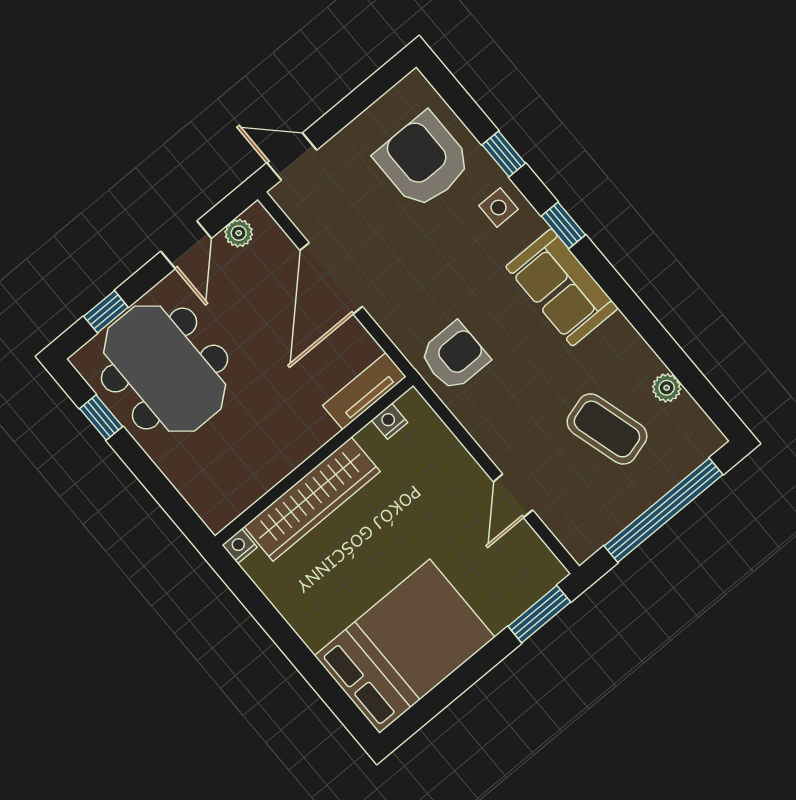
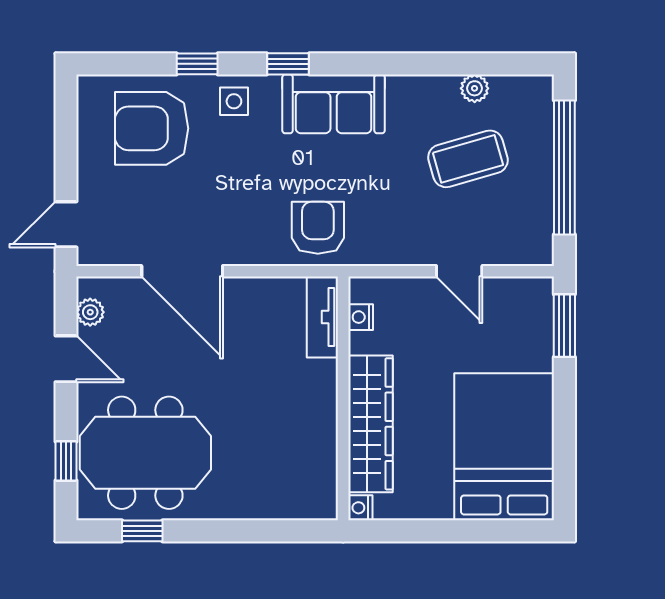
tv unit: (364, 391) -> (322, 317), moved
nightstand: (389, 421) -> (361, 317), moved
wall: (314, 461) -> (343, 398), moved
wardrobe: (312, 499) -> (370, 424), moved
nightstand: (240, 546) -> (360, 508), moved

